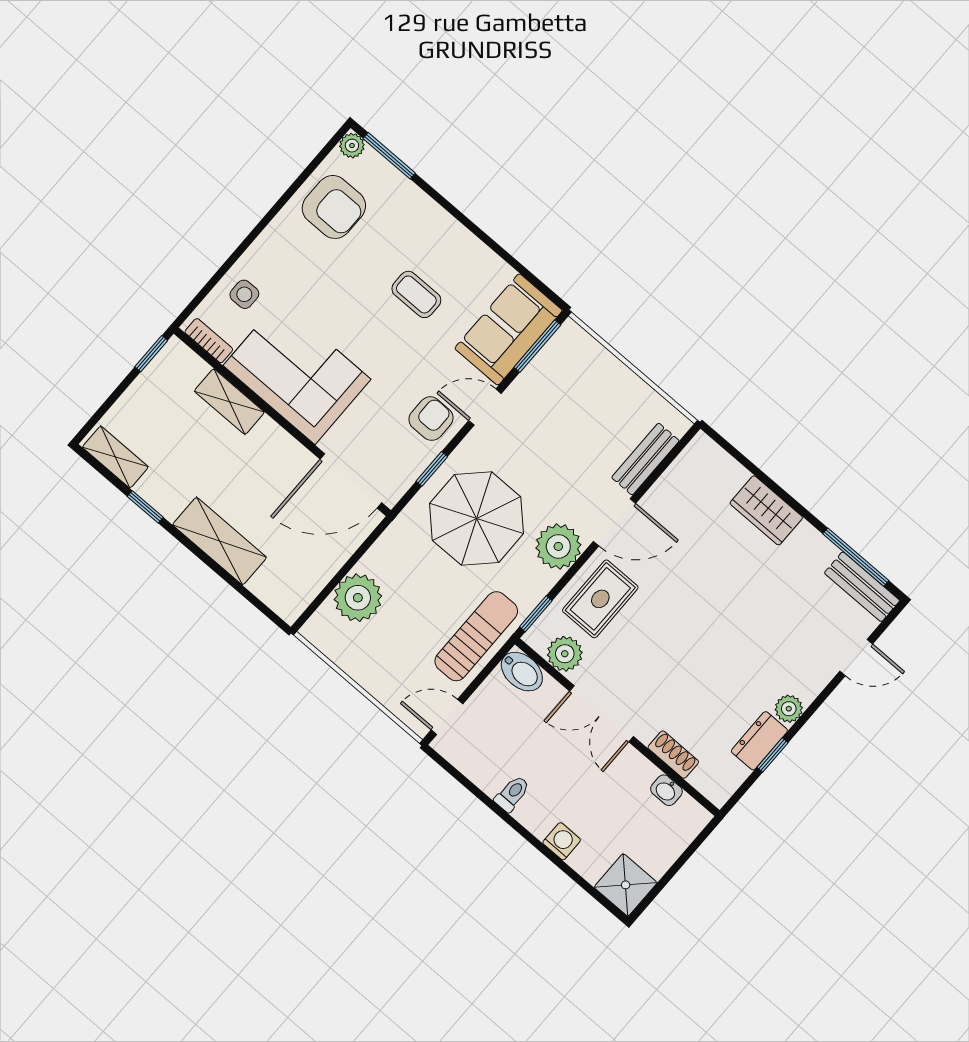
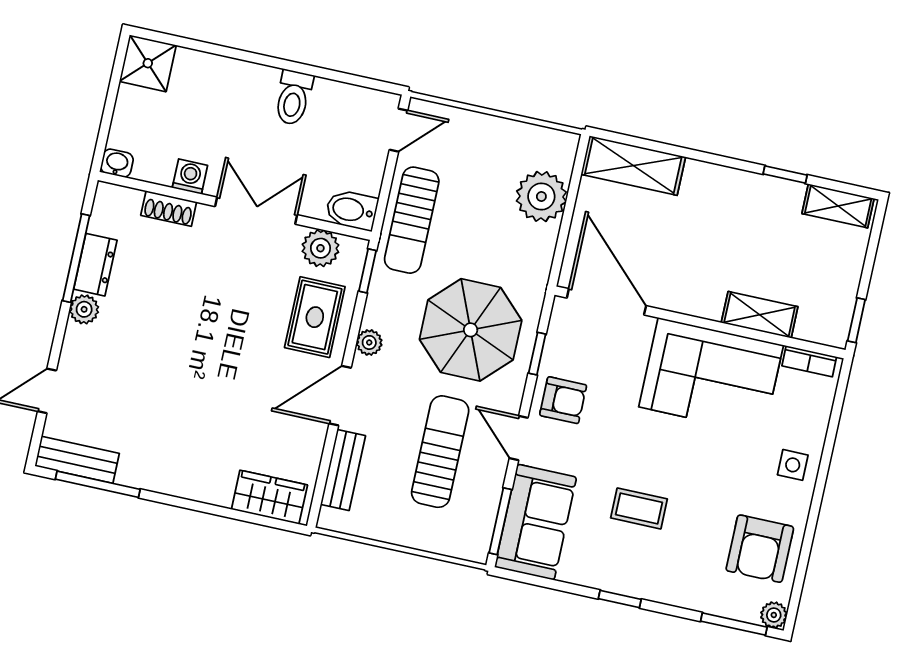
armchair: (334, 207) -> (760, 549), turned -90
window: (473, 228) -> (620, 599), added
side table: (244, 294) -> (793, 465), moved
door: (485, 407) -> (519, 438), swing flipped
armchair: (431, 419) -> (563, 400), turned -90
sun lounger: (556, 431) -> (440, 452), added
door: (351, 481) -> (606, 302), hinge flipped
wardrobe: (766, 510) -> (269, 497), moved
shelving: (220, 541) -> (633, 166), moved
plant: (558, 546) -> (369, 342), width x0.53, depth x0.53
window: (772, 755) -> (76, 258), width x2.17
washbasin: (666, 790) -> (117, 163), moved
toilet: (512, 794) -> (293, 98), width x1.37, depth x1.39
washing machine: (562, 841) -> (190, 177), moved, turned 180

